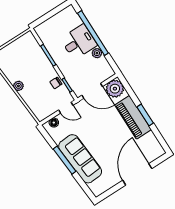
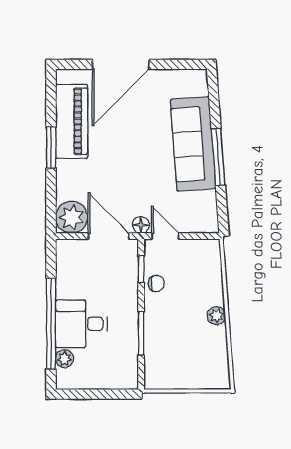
plant: (97, 53) -> (65, 359), moved
piano: (133, 117) -> (72, 121), moved
floor lamp: (54, 123) -> (141, 225), moved

